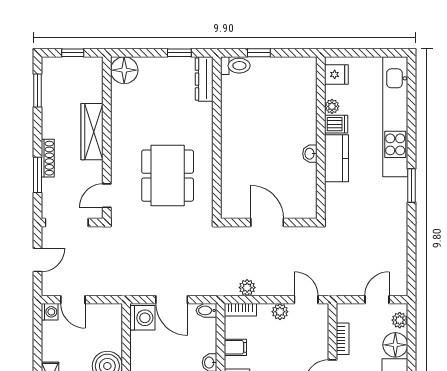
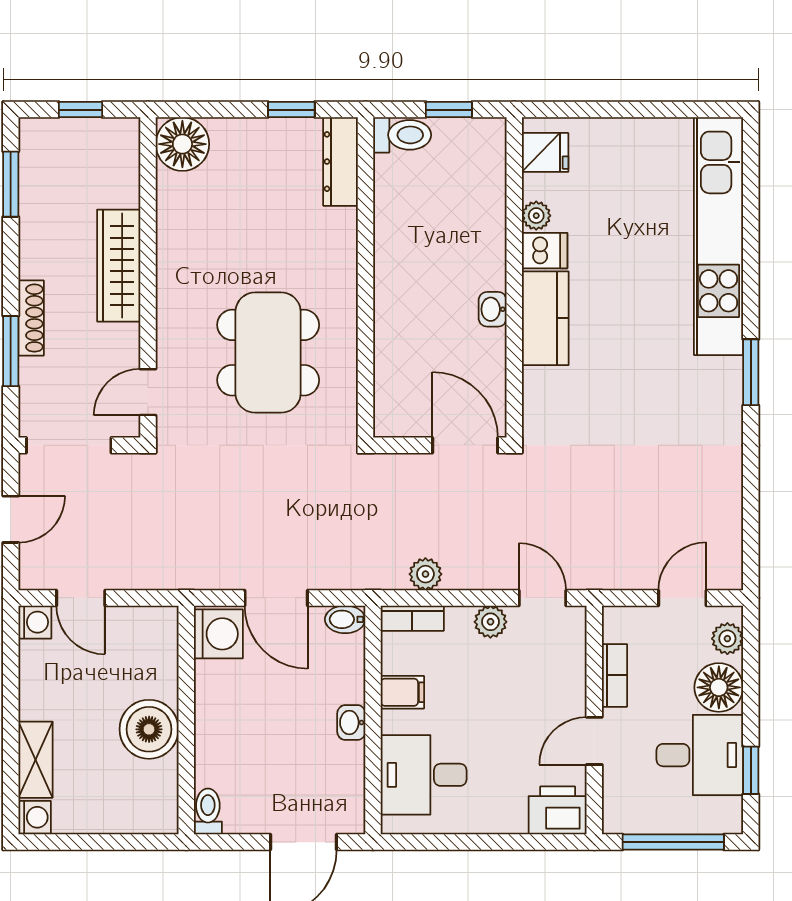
fridge: (336, 74) -> (545, 152), moved
plant: (332, 106) -> (536, 216), moved
dishwasher: (336, 124) -> (545, 251), moved
wall: (321, 138) -> (514, 277), moved
washbasin: (310, 154) -> (493, 309), moved
kitchen counter: (337, 158) -> (545, 318), moved

